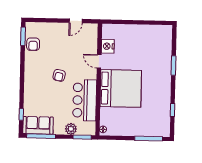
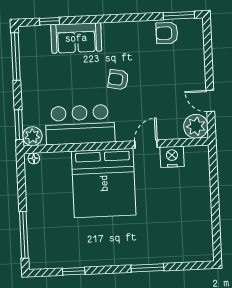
plant: (90, 31) -> (196, 126), added
sofa: (38, 125) -> (76, 38), moved, turned 90
plant: (71, 129) -> (32, 136), moved

